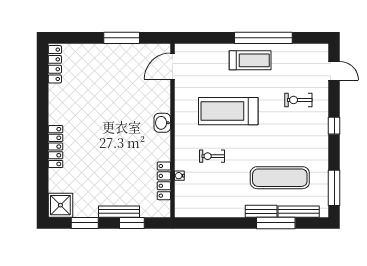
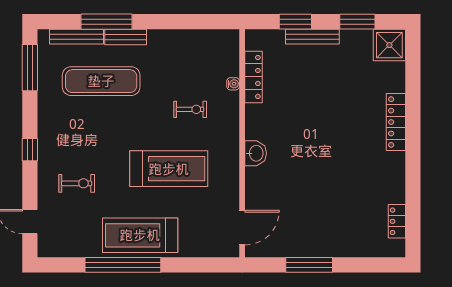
treadmill: (250, 60) -> (140, 235), width x1.37, depth x1.38
locker: (55, 64) -> (397, 221), width x0.66

